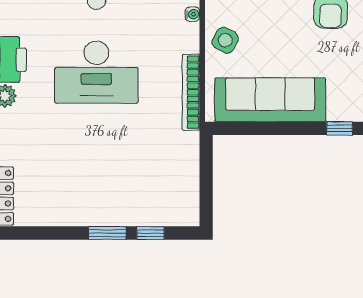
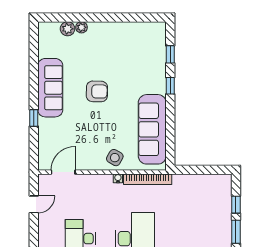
water cooler: (192, 14) -> (118, 178), moved

